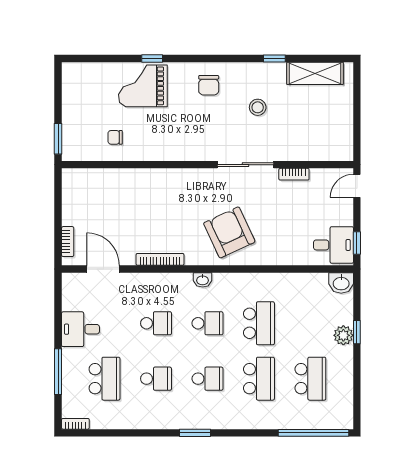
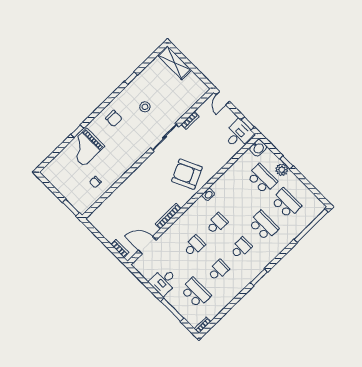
shelving: (315, 73) -> (175, 63), moved, turned 90
washbasin: (203, 280) -> (208, 194), moved
school desk: (259, 323) -> (262, 179), moved

